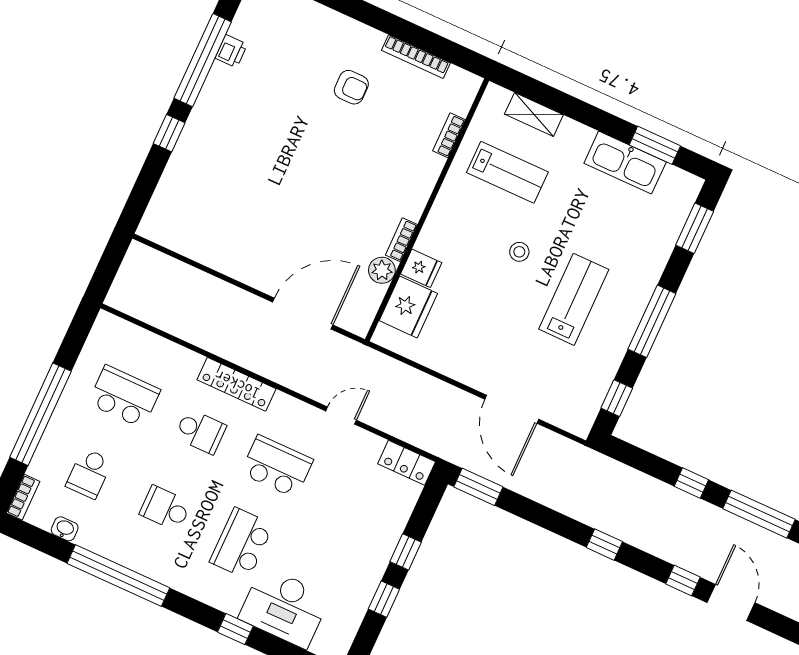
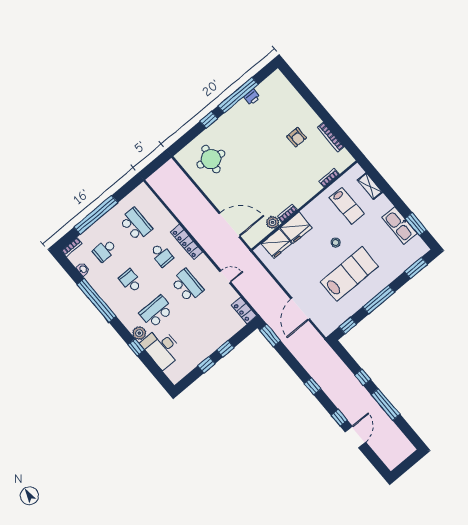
round table: (209, 205) -> (211, 159), added
fridge: (421, 268) -> (296, 228), width x1.88, depth x1.34
lab bench: (574, 299) -> (349, 274), width x1.36, depth x1.39
plant: (228, 599) -> (139, 333), added

